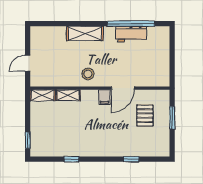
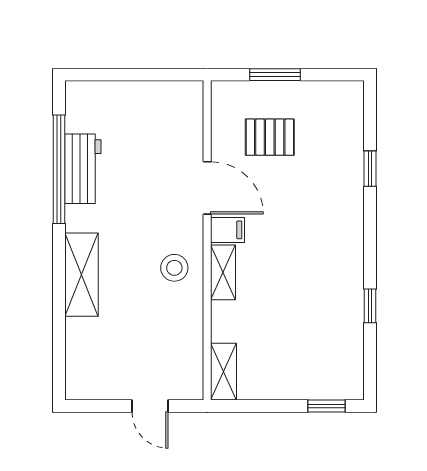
shelving: (68, 95) -> (223, 272), moved

